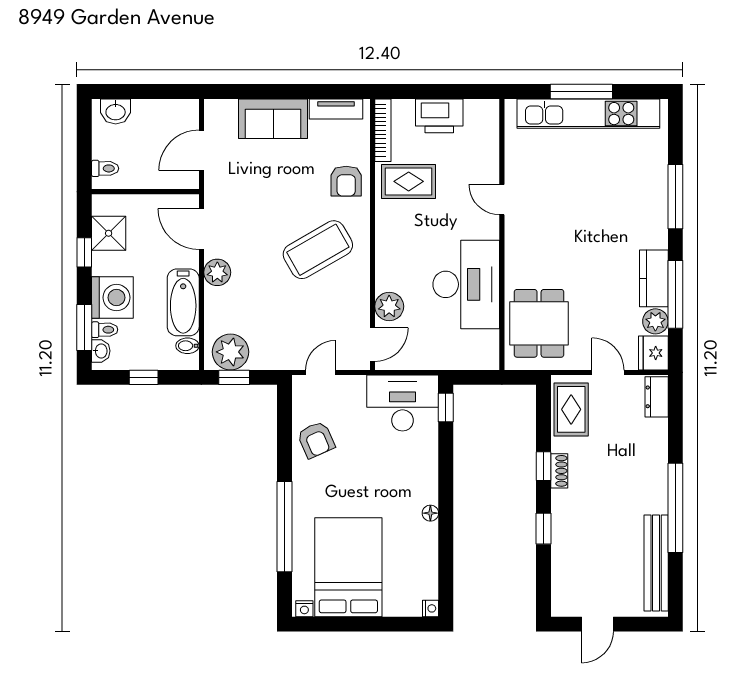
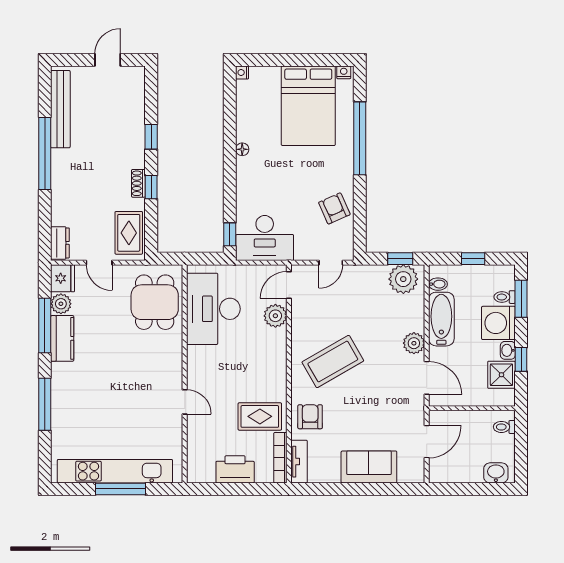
tv unit: (336, 109) -> (299, 462), moved, turned 90
desk: (466, 284) -> (213, 309), moved
washbasin: (101, 351) -> (508, 350), moved

